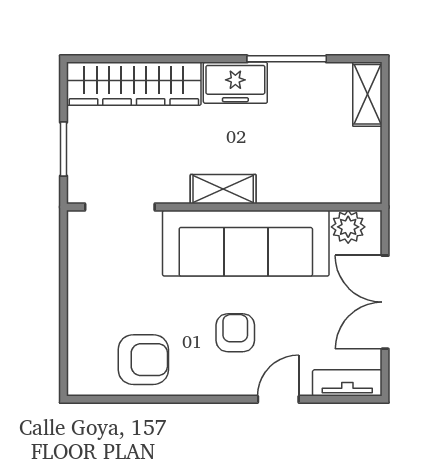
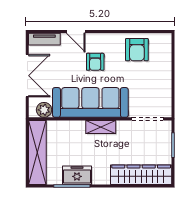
freezer: (235, 83) -> (77, 175), moved
shelving: (367, 94) -> (37, 152), width x2.20, depth x1.33
armchair: (143, 360) -> (137, 50), turned -90
door: (278, 399) -> (76, 32), hinge flipped

